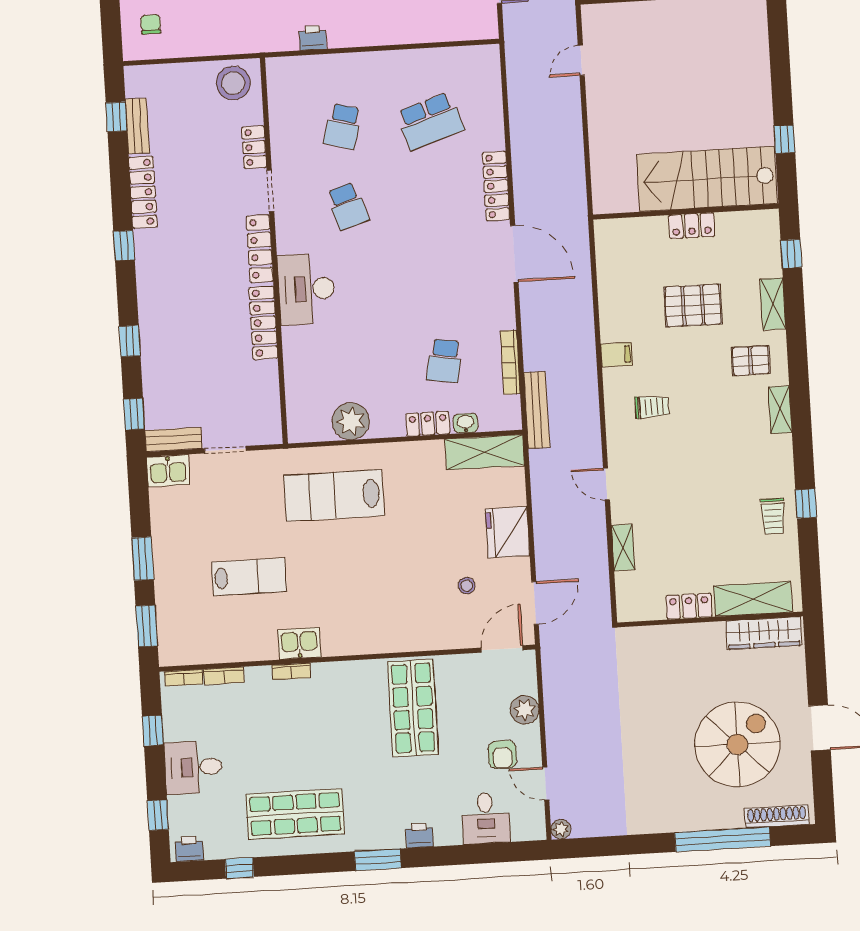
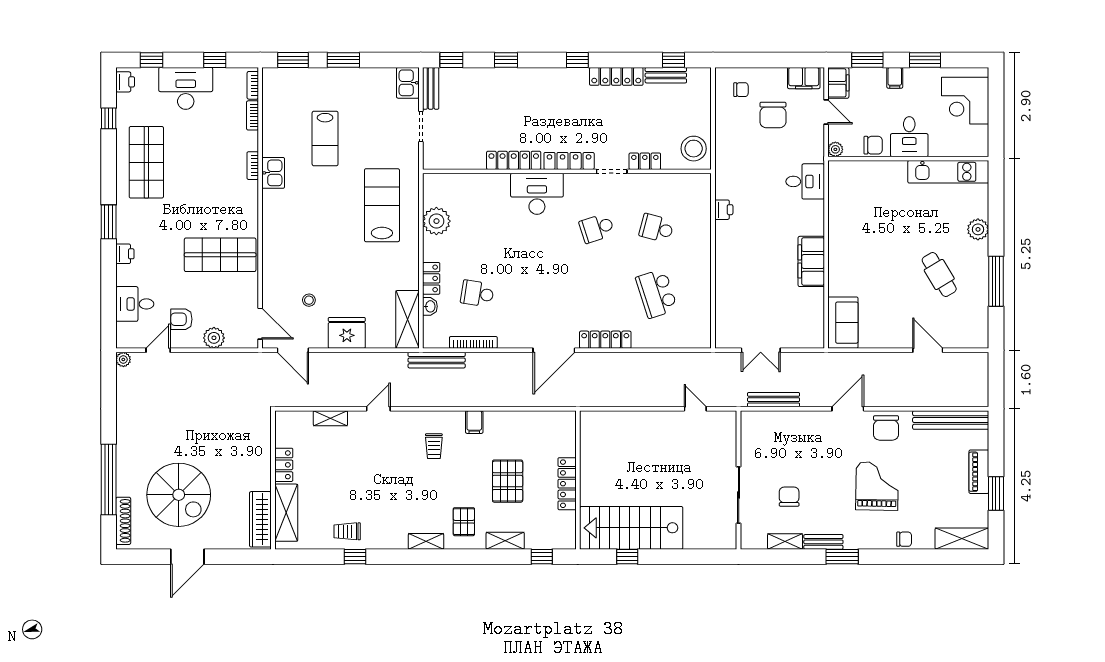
stairs: (707, 179) -> (631, 528), moved, turned -90
locker: (692, 226) -> (567, 484), width x1.53
desk: (193, 767) -> (186, 88), width x1.37

